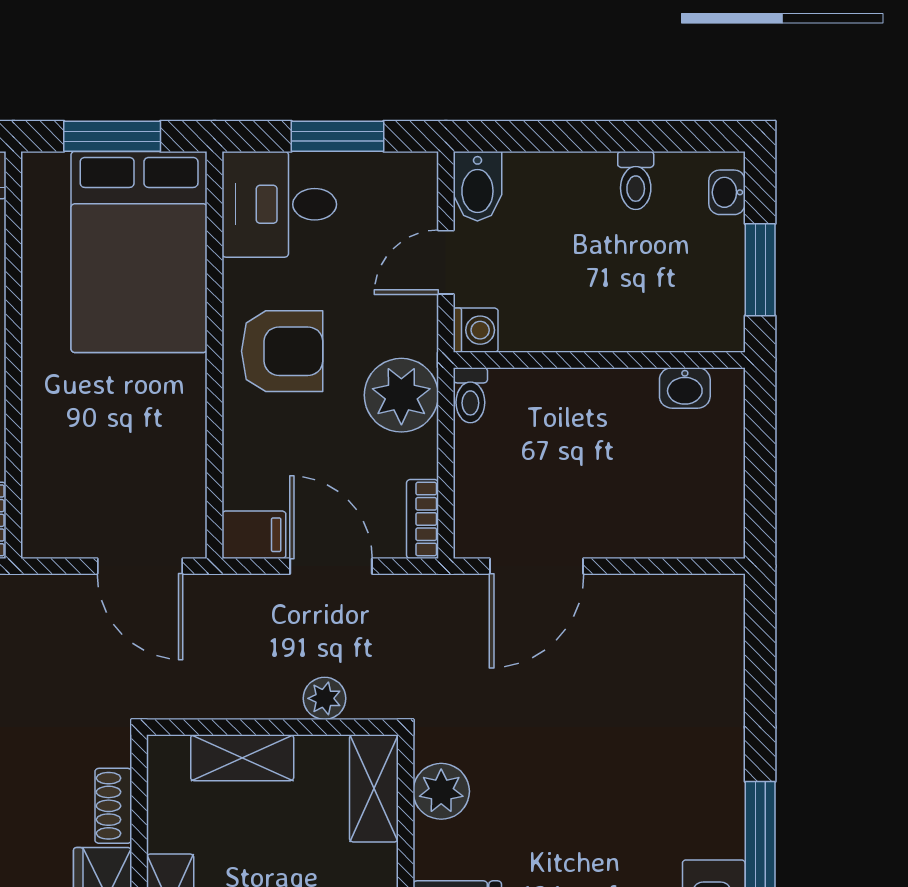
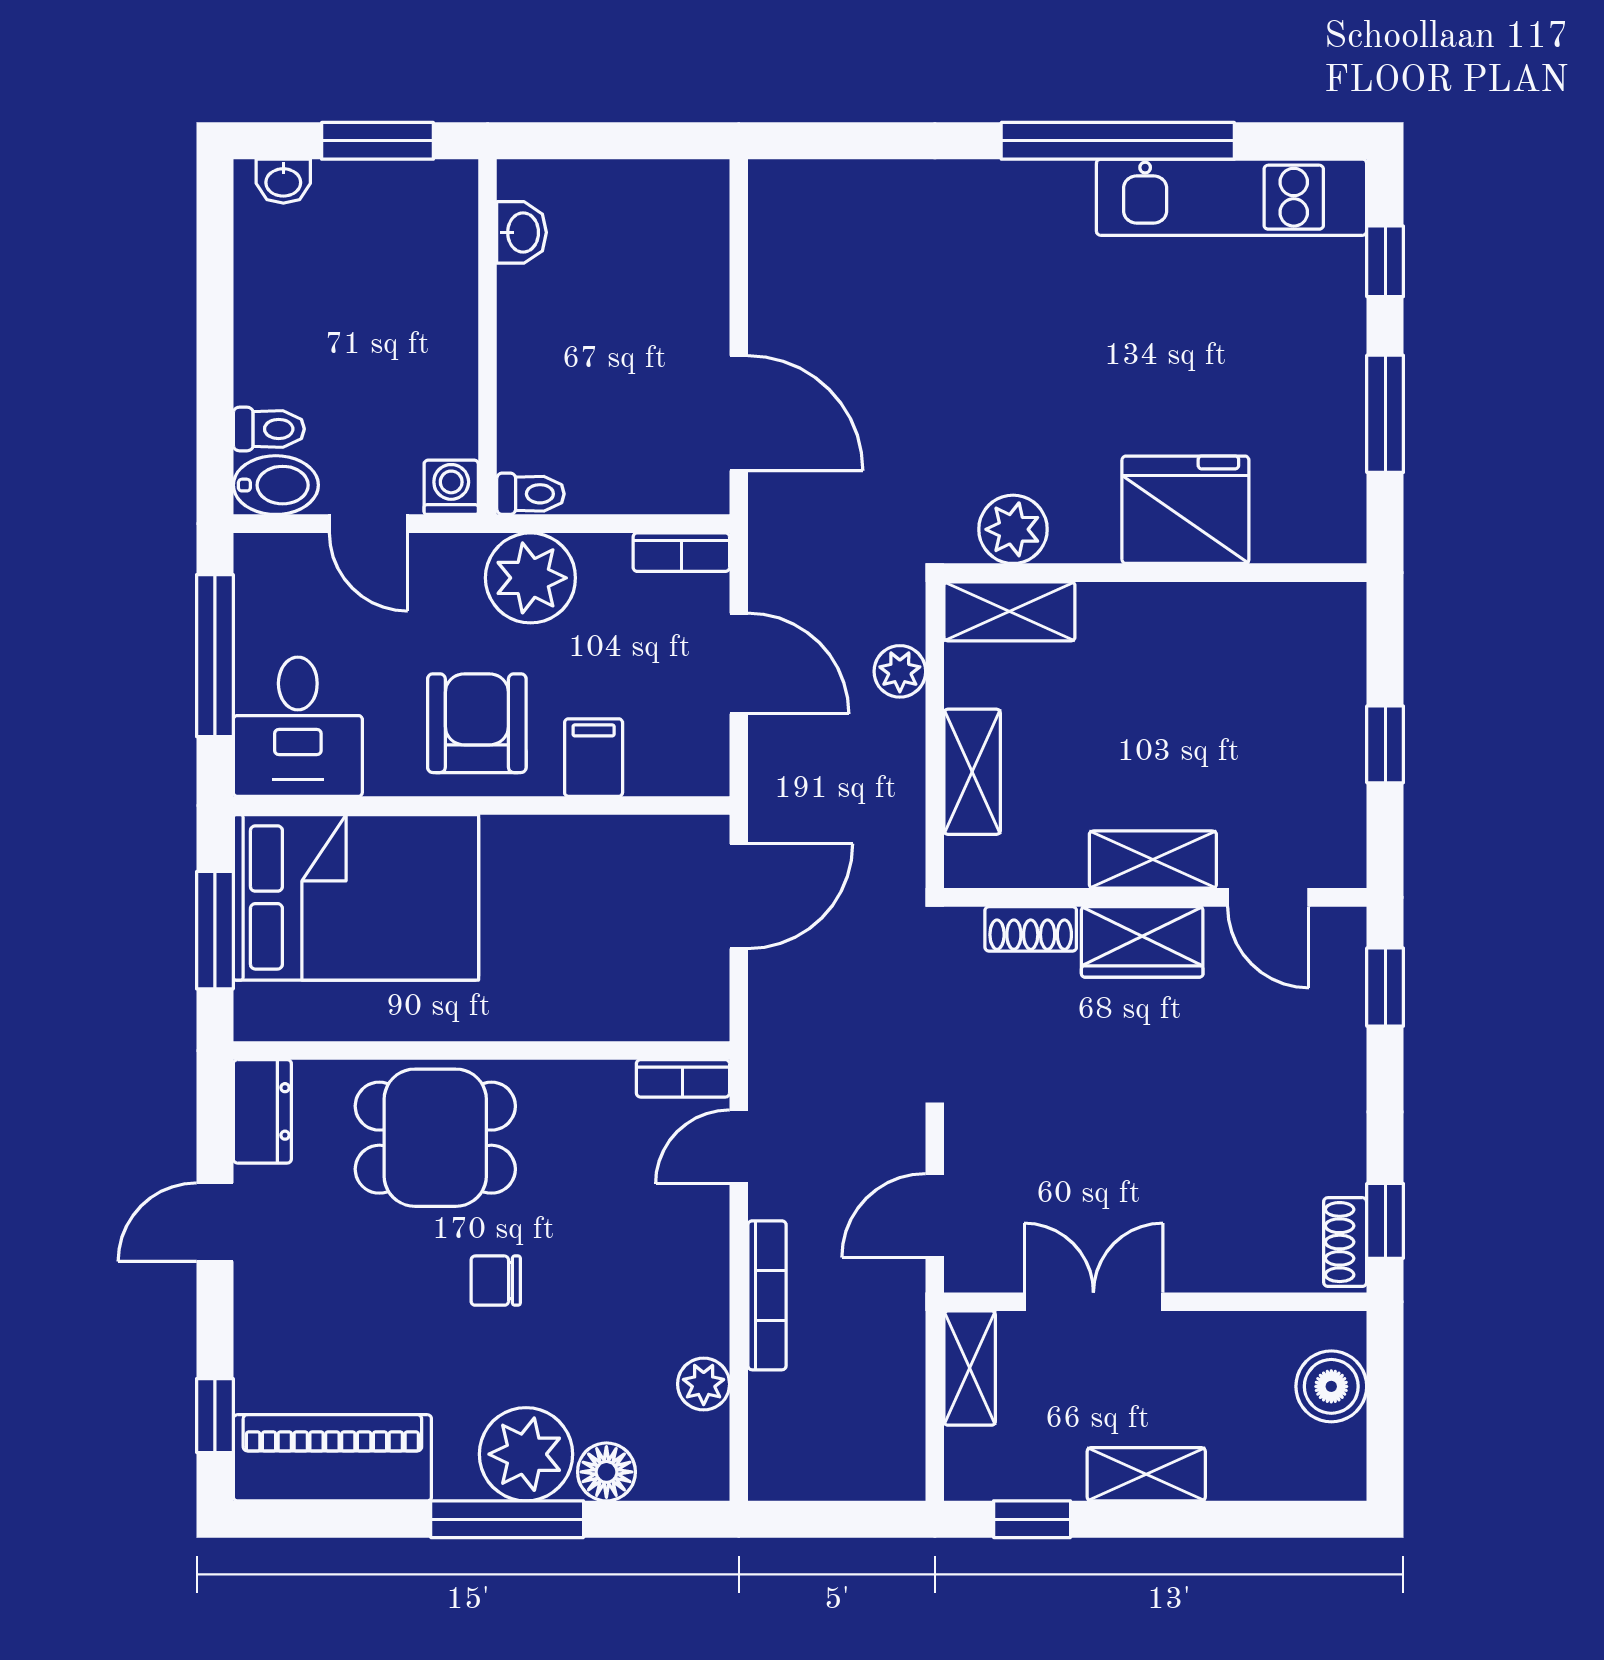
window: (338, 136) -> (215, 656), width x1.44
toilet: (636, 180) -> (269, 429), moved
filing cabinet: (254, 535) -> (594, 758), moved
door: (331, 566) -> (739, 664), swing flipped

